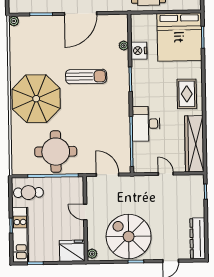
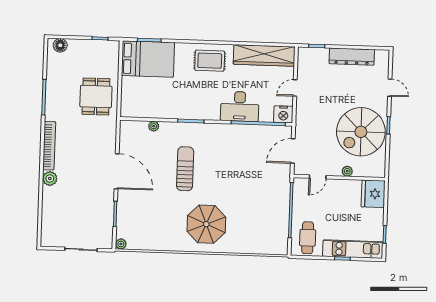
bed: (179, 37) -> (148, 59), width x0.73
nightstand: (139, 51) -> (283, 114), moved
parasol: (36, 99) -> (206, 224), width x0.73, depth x0.73
round table: (56, 152) -> (265, 206), removed
door: (85, 212) -> (318, 177), moved
dresser: (198, 238) -> (352, 57), moved
plant: (92, 254) -> (347, 171), moved

